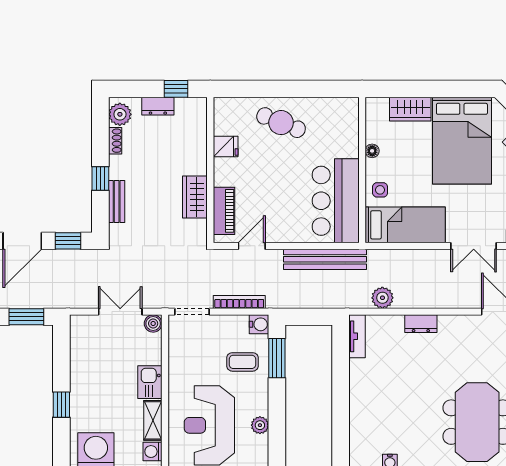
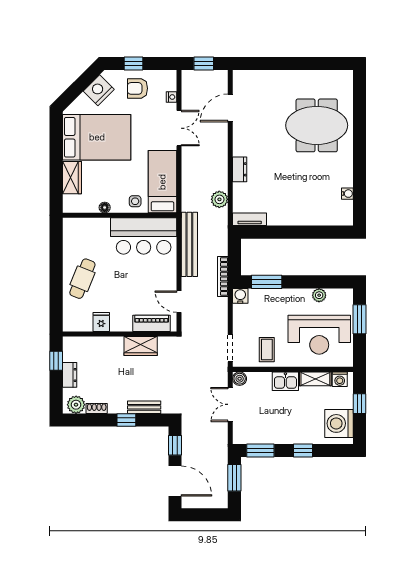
bookcase: (239, 302) -> (223, 277), moved
window: (61, 350) -> (260, 450), added
coffee table: (242, 362) -> (267, 350), moved

